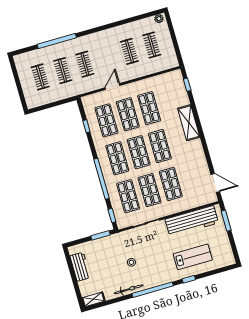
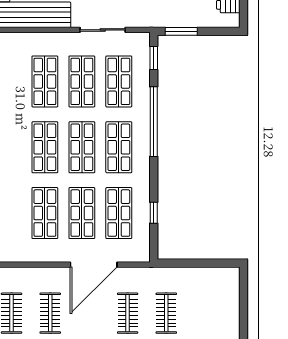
clothes rail: (40, 77) -> (205, 313), removed
door: (112, 87) -> (94, 265), width x1.87

